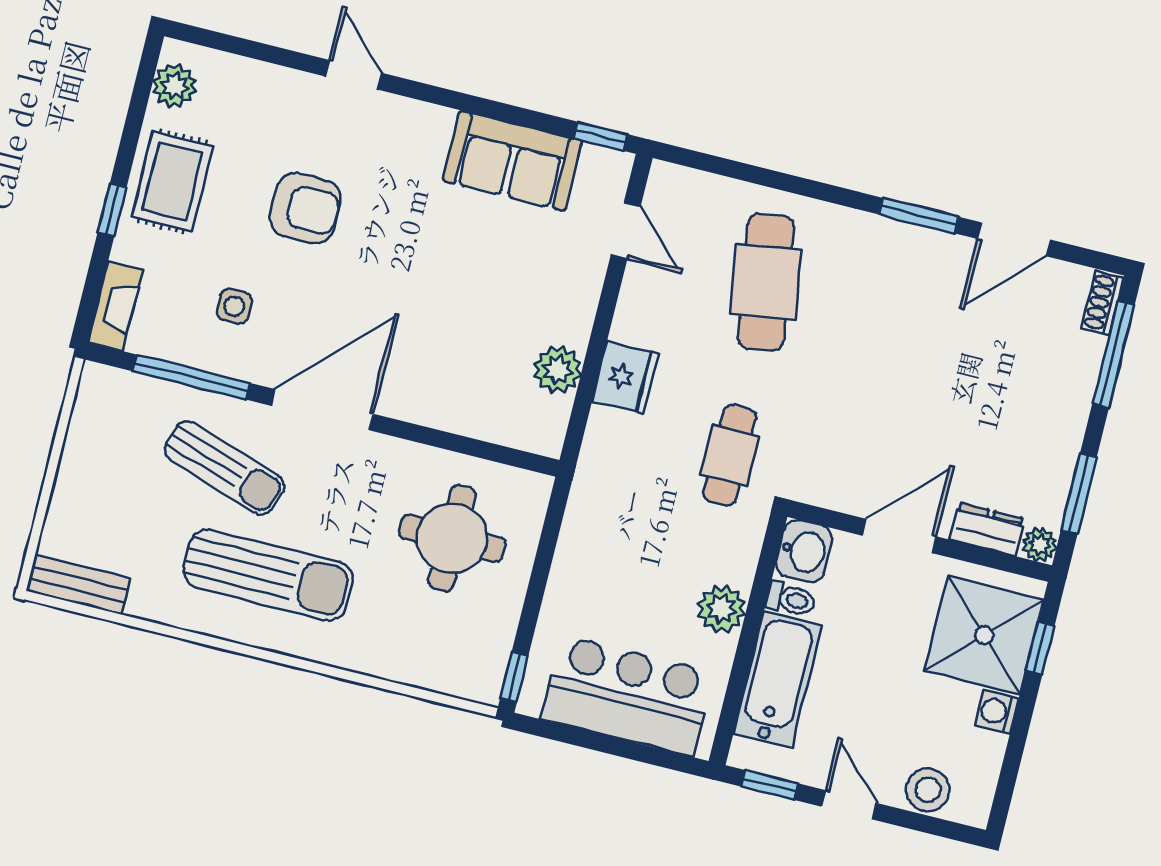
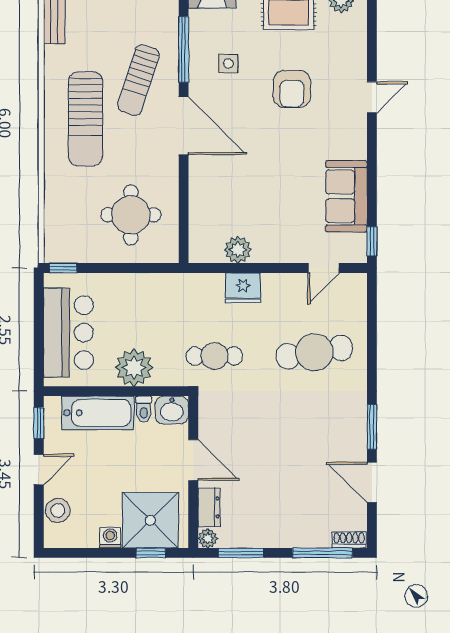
plant: (722, 609) -> (134, 368), width x1.36, depth x1.36

